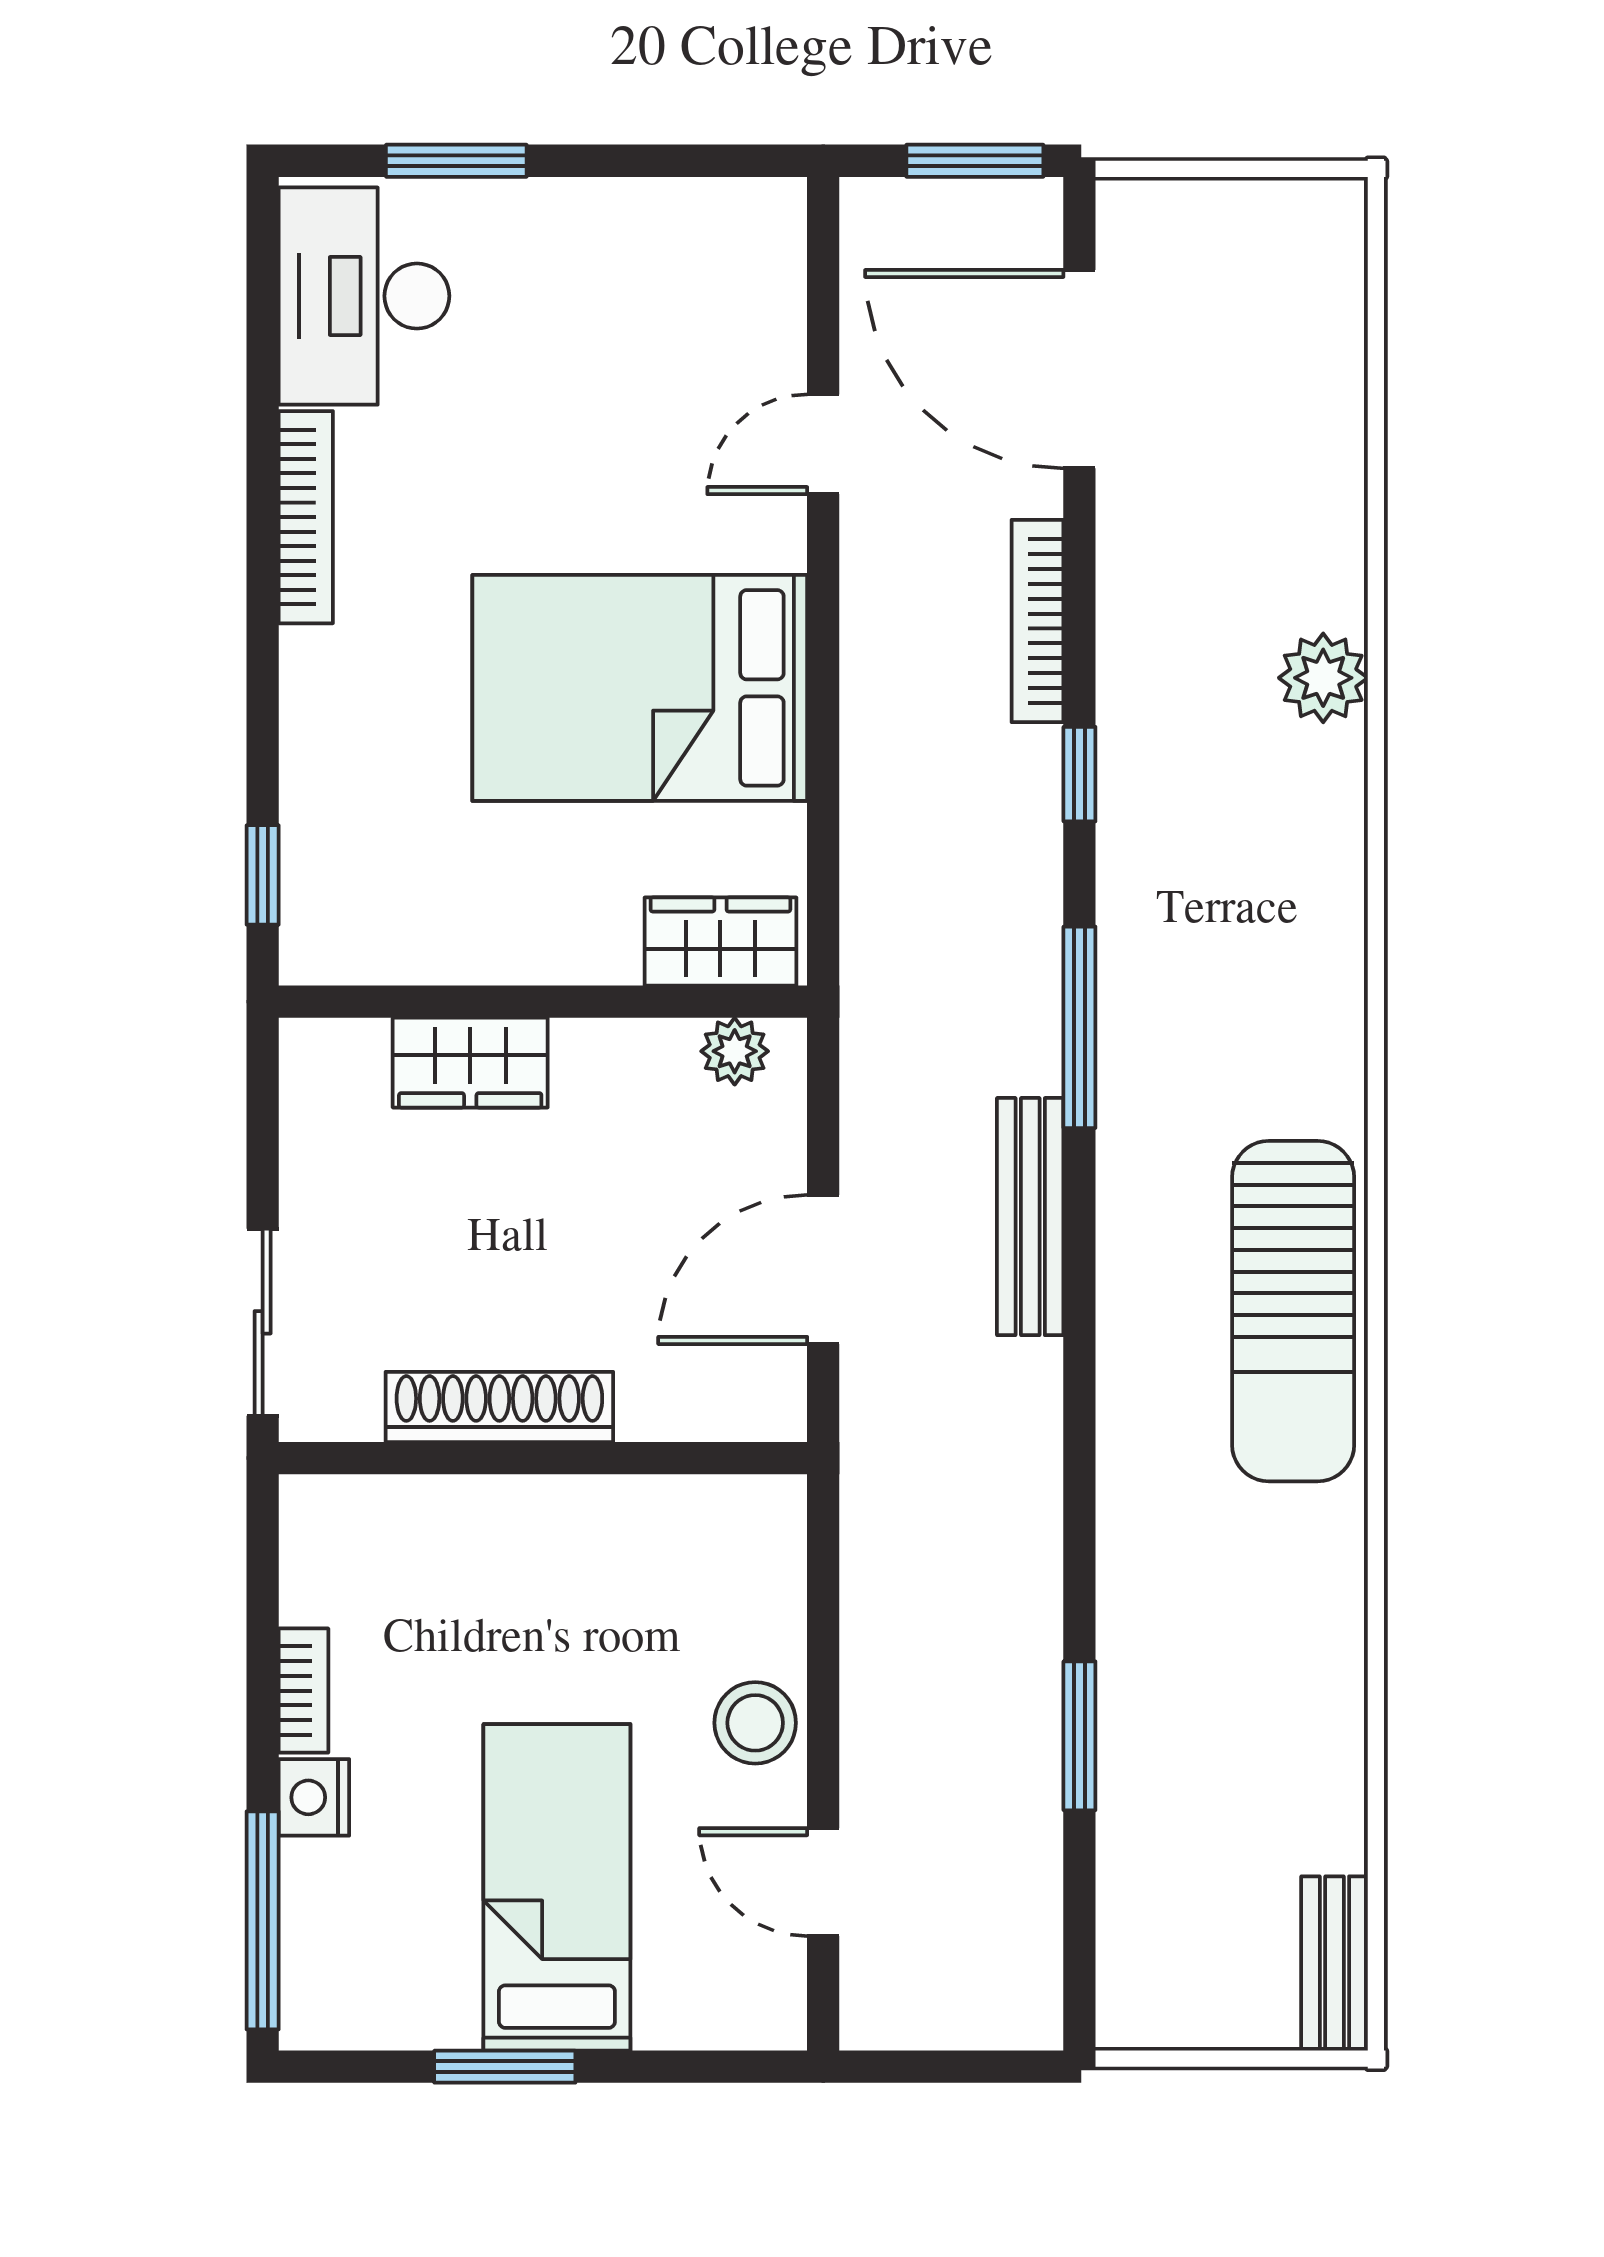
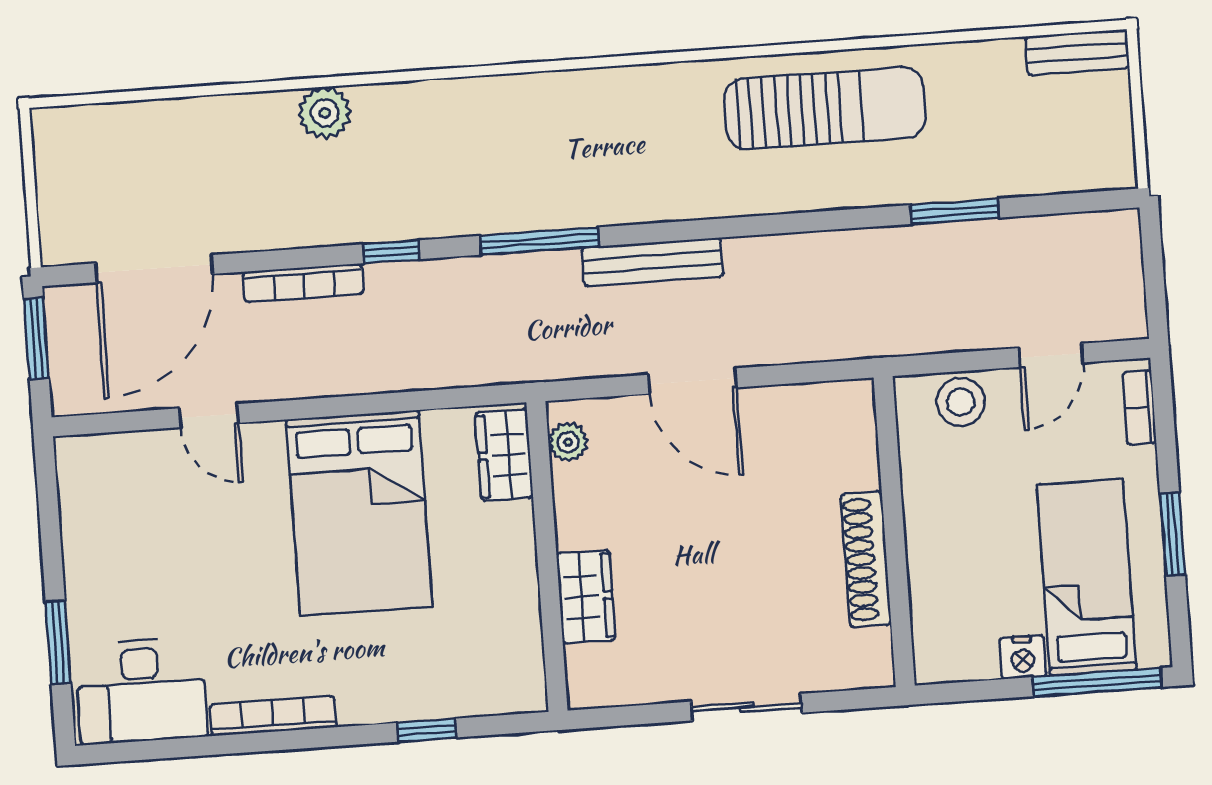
window: (263, 875) -> (427, 730), moved
sun lounger: (1293, 1311) -> (825, 108), moved
shoe rack: (499, 1407) -> (866, 559), moved
wall: (543, 1458) -> (894, 532), moved
bookcase: (303, 1691) -> (1139, 408), moved, turned -90
bed: (557, 1887) -> (1087, 577), moved, turned 90

